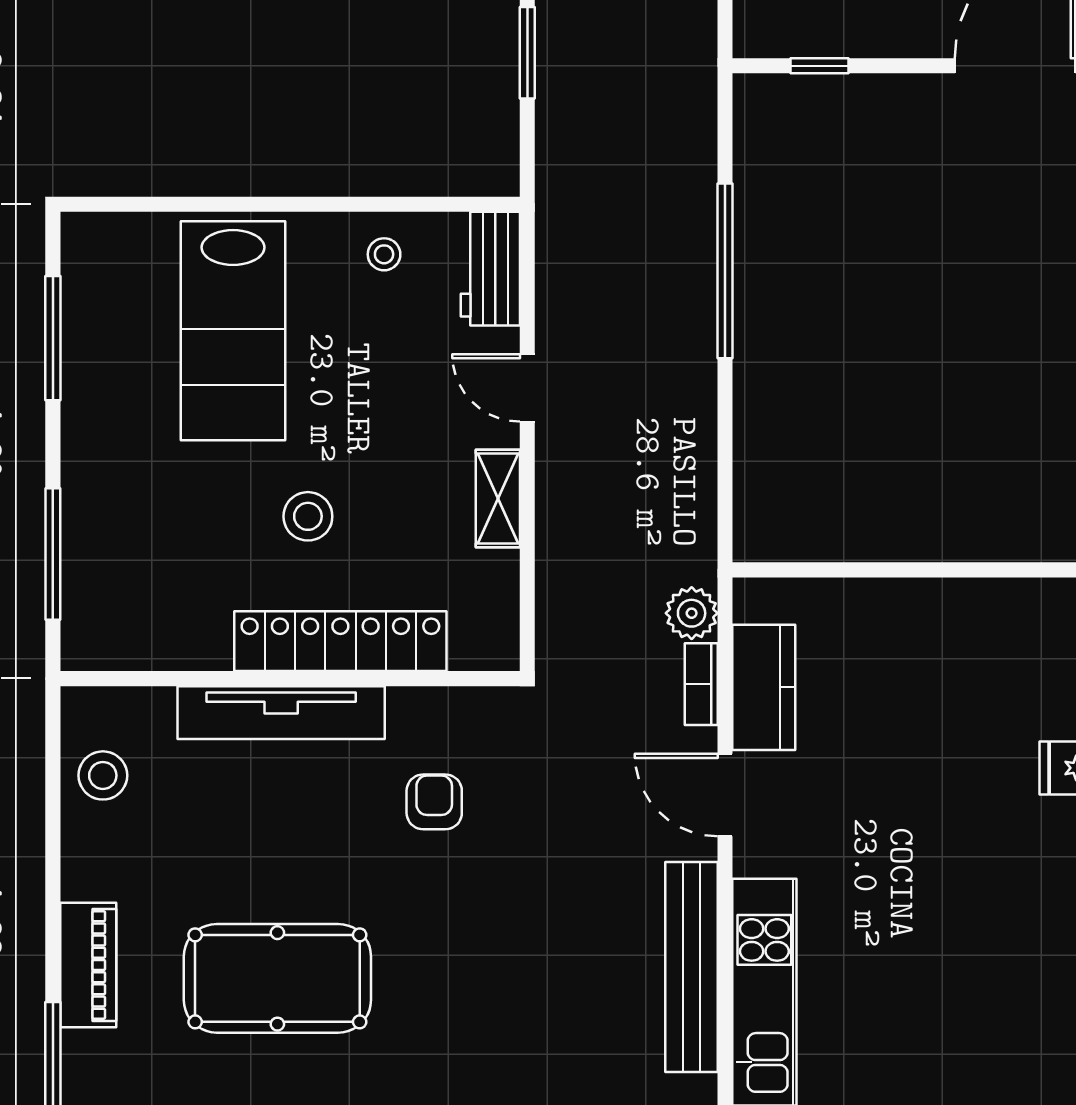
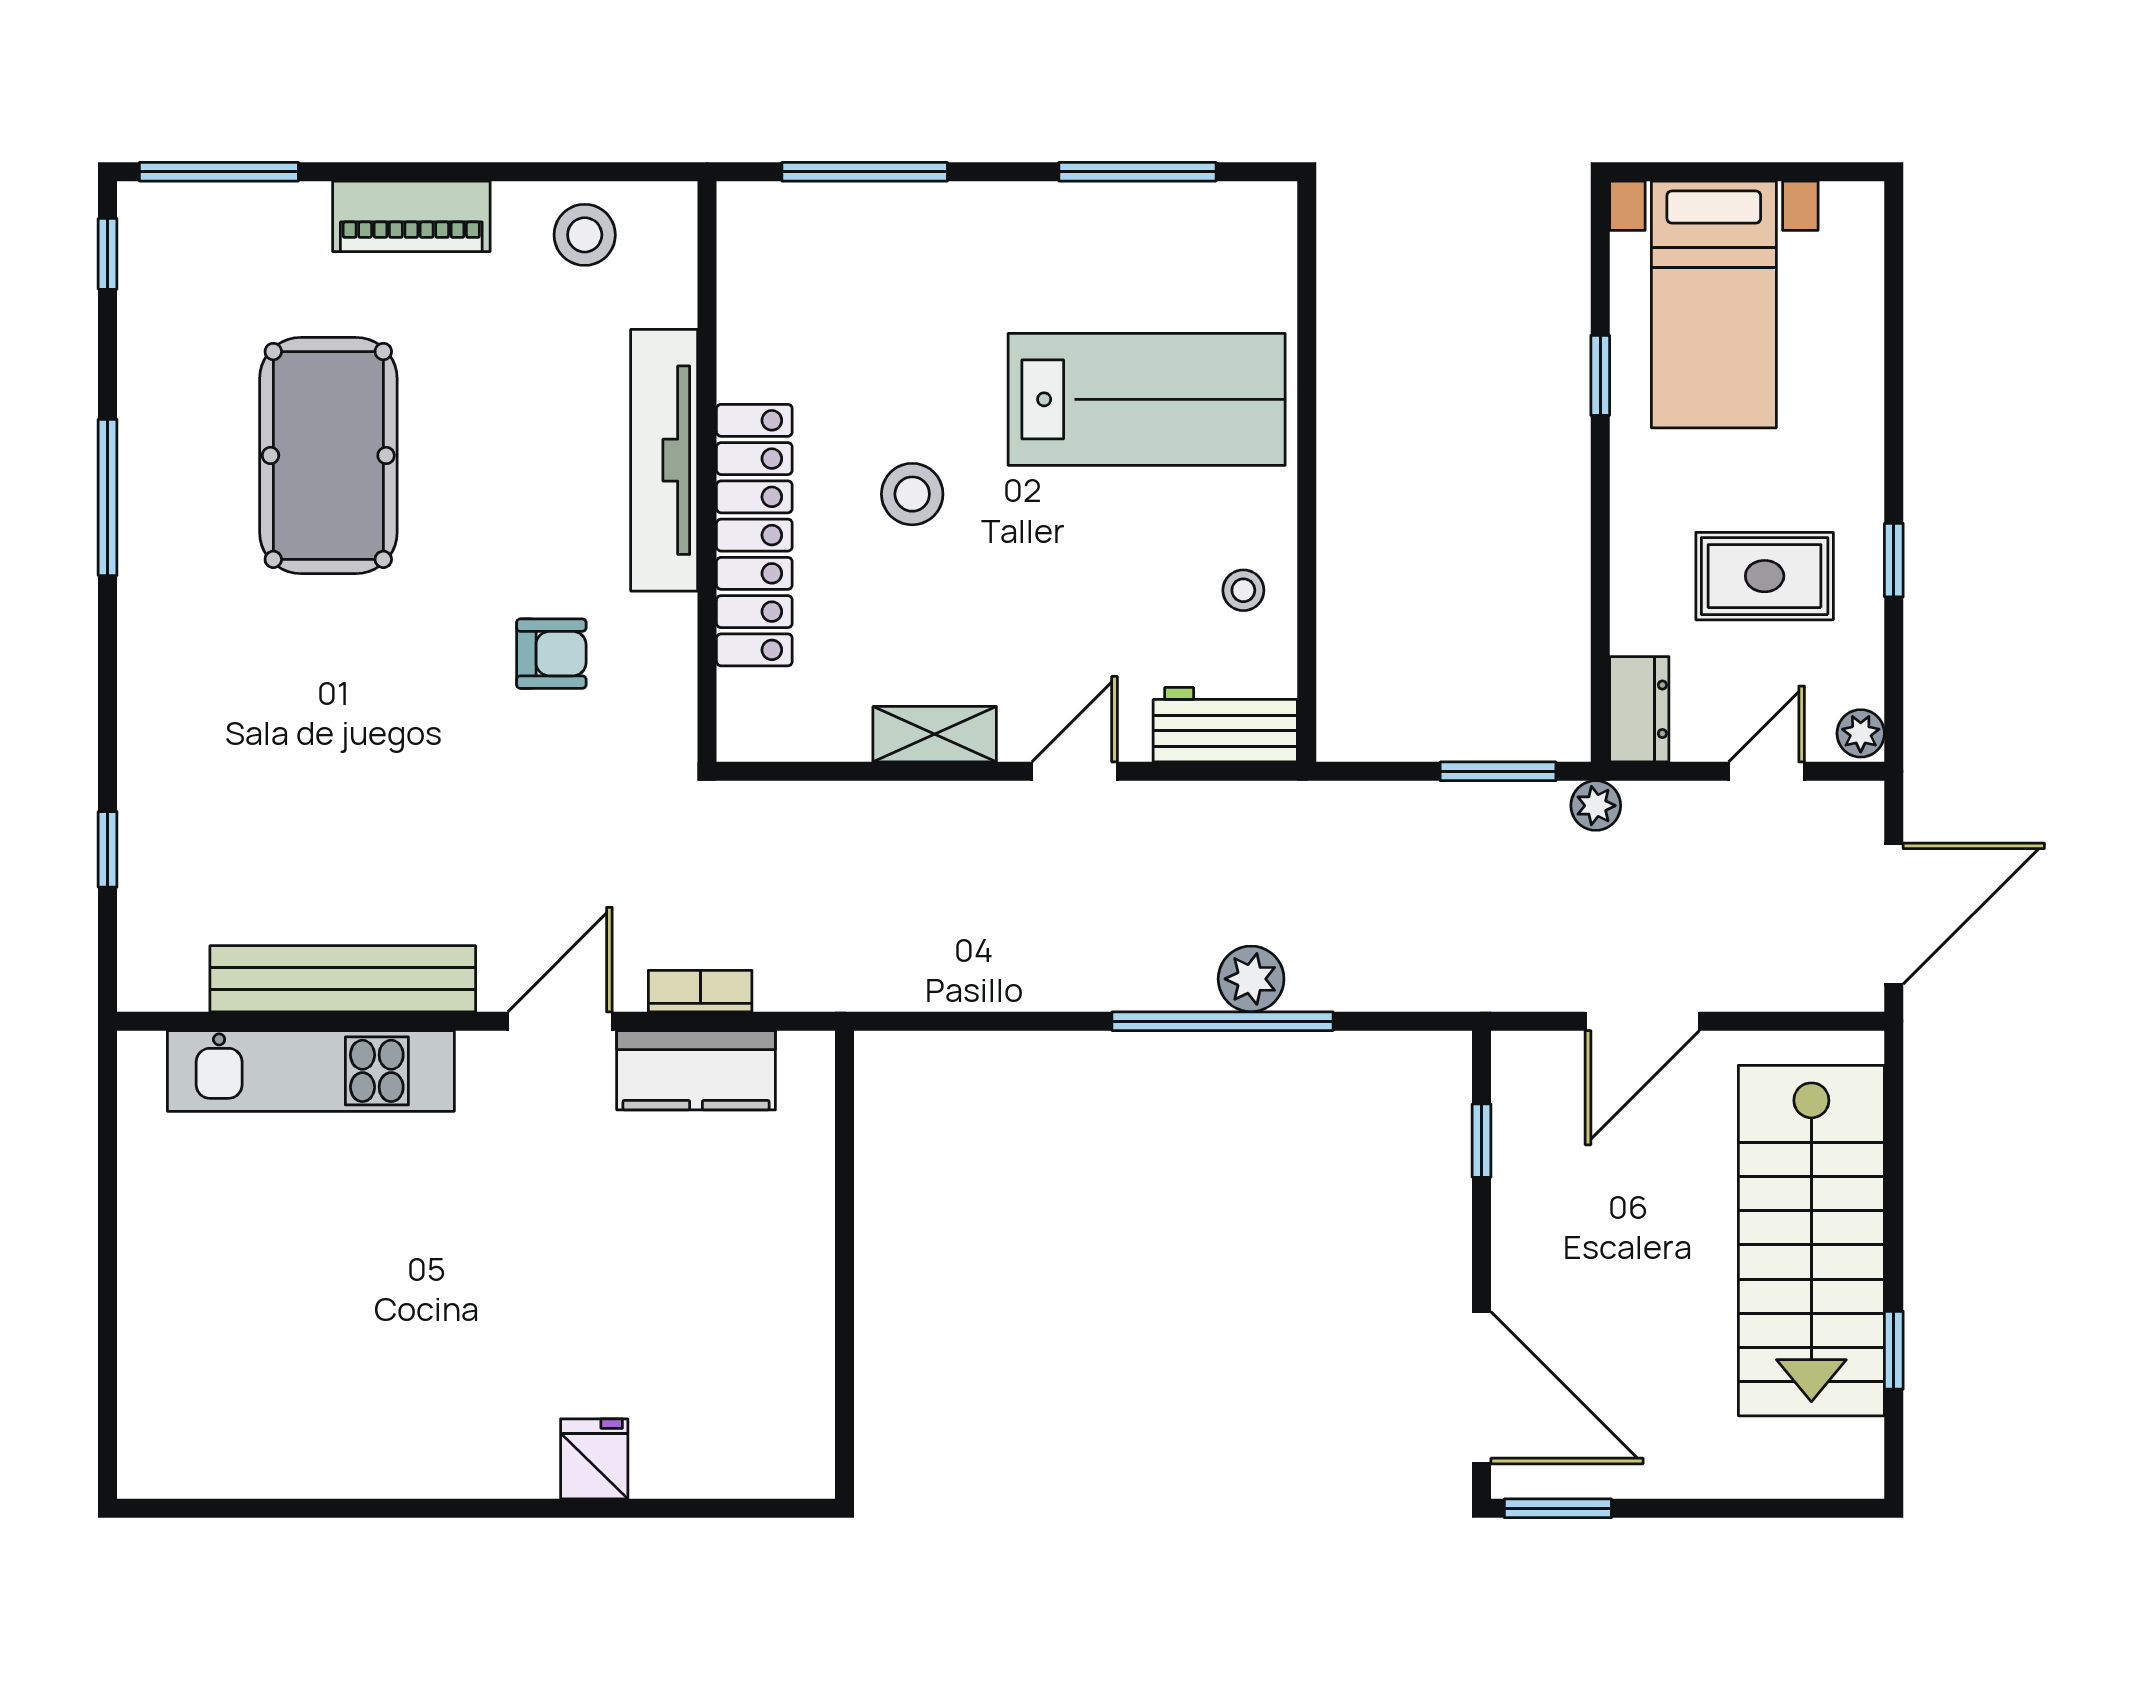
lab bench: (233, 331) -> (1147, 399), turned 180
plant: (692, 613) -> (1251, 979), moved
piano: (88, 965) -> (411, 216), moved

